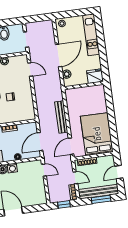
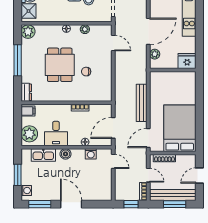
washing machine: (12, 168) -> (91, 154), moved

